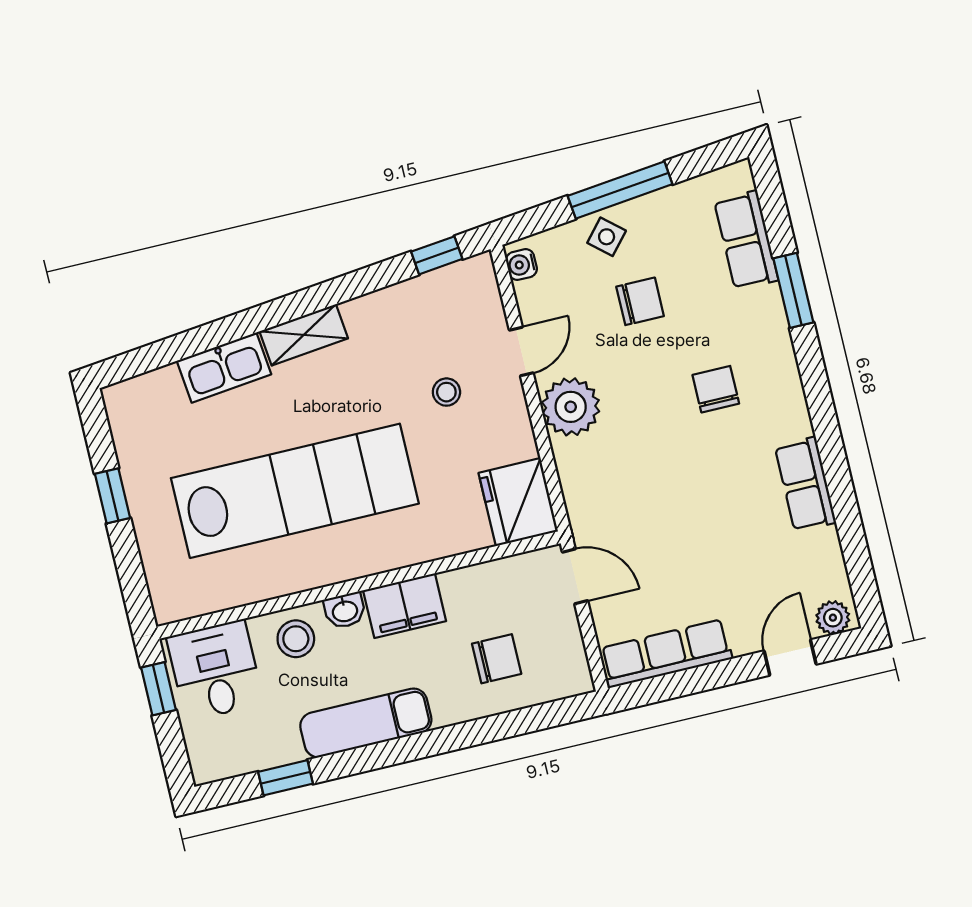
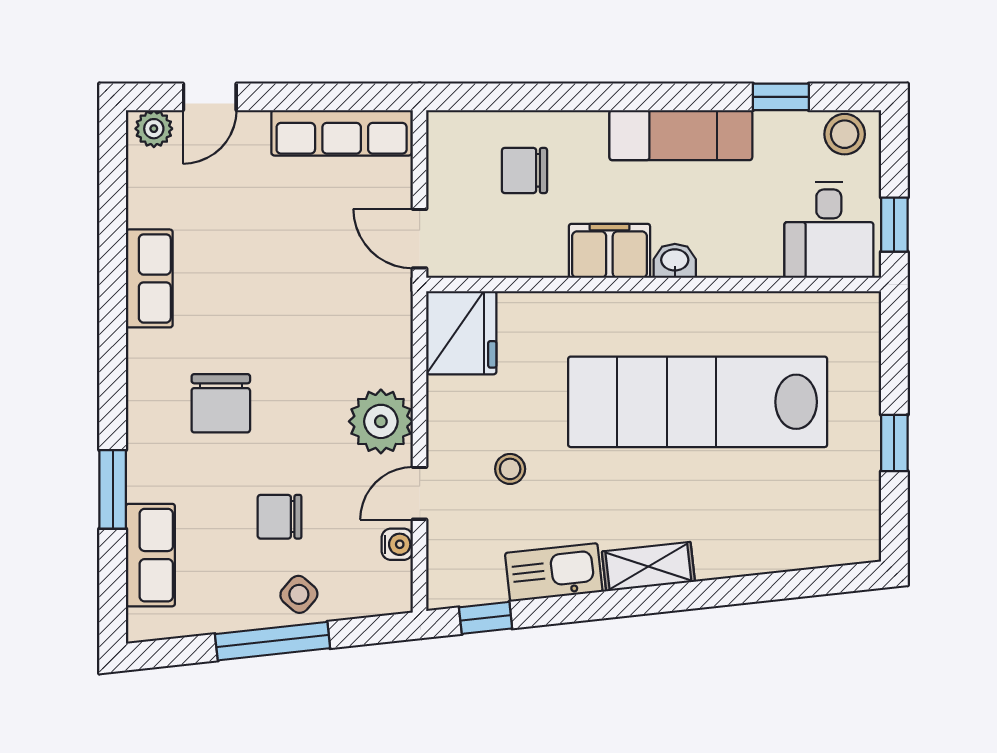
water cooler: (521, 265) -> (397, 544), moved
kitchen sink: (224, 368) -> (554, 572), moved
chair: (716, 389) -> (221, 403), width x1.37, depth x1.37
stool: (296, 639) -> (845, 134), moved

